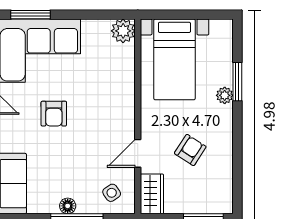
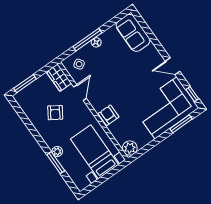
armchair: (54, 114) -> (109, 115), moved

